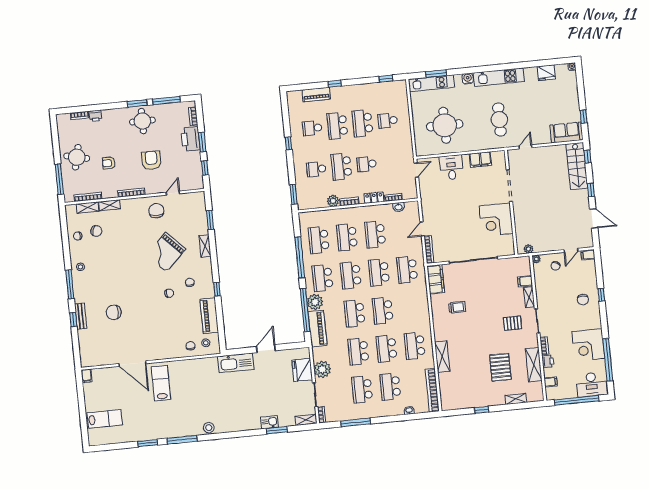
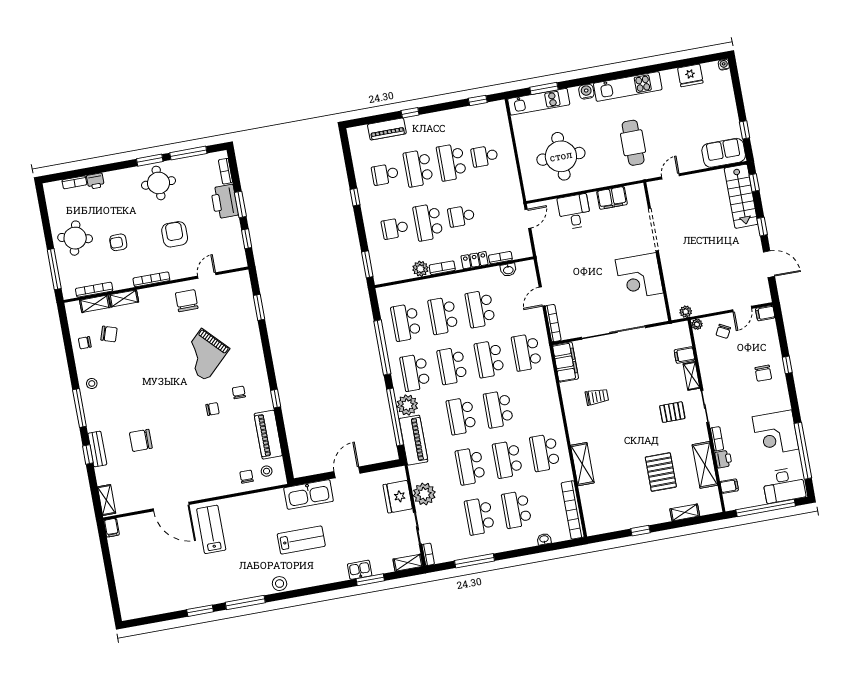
shelving: (205, 246) -> (107, 500), moved
lab bench: (105, 419) -> (301, 540), moved

